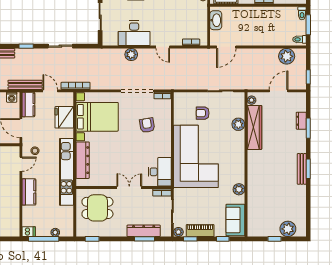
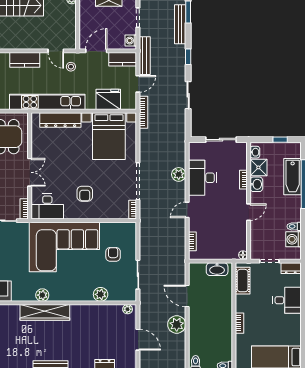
door: (226, 47) -> (187, 296), moved
plant: (287, 56) -> (177, 324), moved
armchair: (147, 125) -> (85, 194), moved, turned 100
wardrobe: (254, 127) -> (45, 312), moved
plant: (239, 189) -> (42, 295), moved

